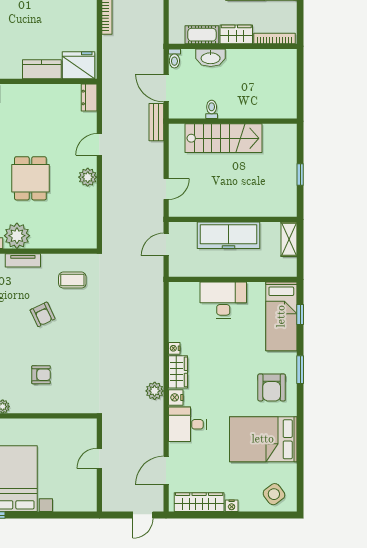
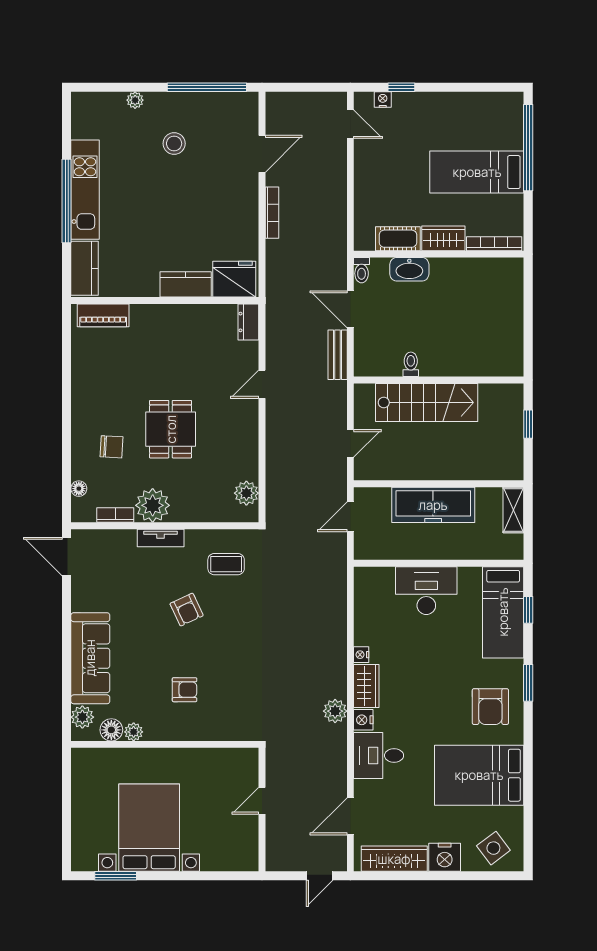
toilet: (212, 109) -> (411, 364), moved
wall: (233, 121) -> (439, 380), moved
stairs: (224, 138) -> (427, 403), moved
plant: (88, 177) -> (246, 493), moved
nightstand: (232, 506) -> (445, 857), width x1.89, depth x1.79

